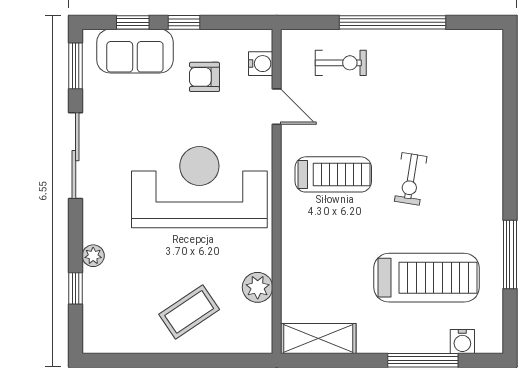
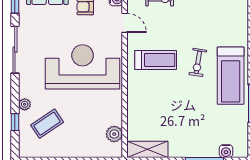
treadmill: (427, 278) -> (231, 76), moved, turned 90
plant: (258, 287) -> (114, 134), moved
coffee table: (189, 312) -> (47, 124), moved

